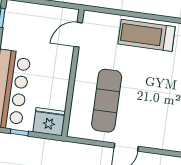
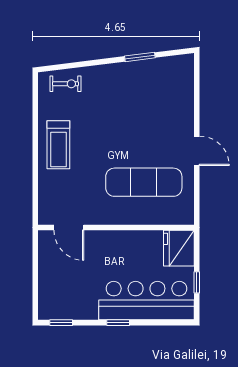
treadmill: (147, 35) -> (58, 145), width x0.73, depth x0.73

